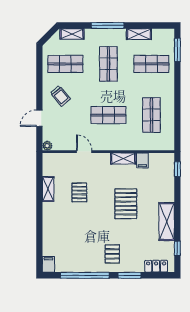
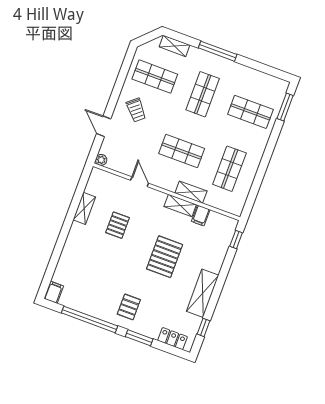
shelving: (139, 34) -> (191, 192), moved
door: (39, 118) -> (104, 126), hinge flipped

